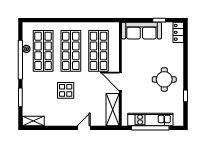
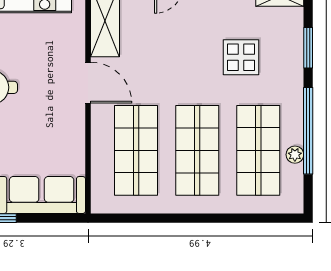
display table: (66, 90) -> (241, 57), moved

